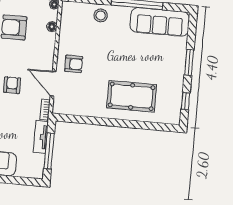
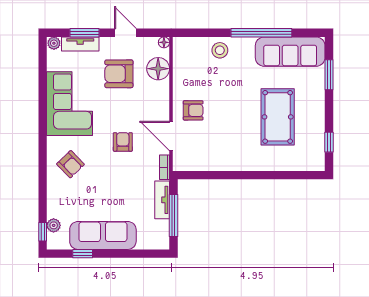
floor lamp: (52, 27) -> (158, 69), width x1.89, depth x1.89
window: (189, 62) -> (329, 75), moved
pool table: (132, 96) -> (278, 117), moved, turned 90

